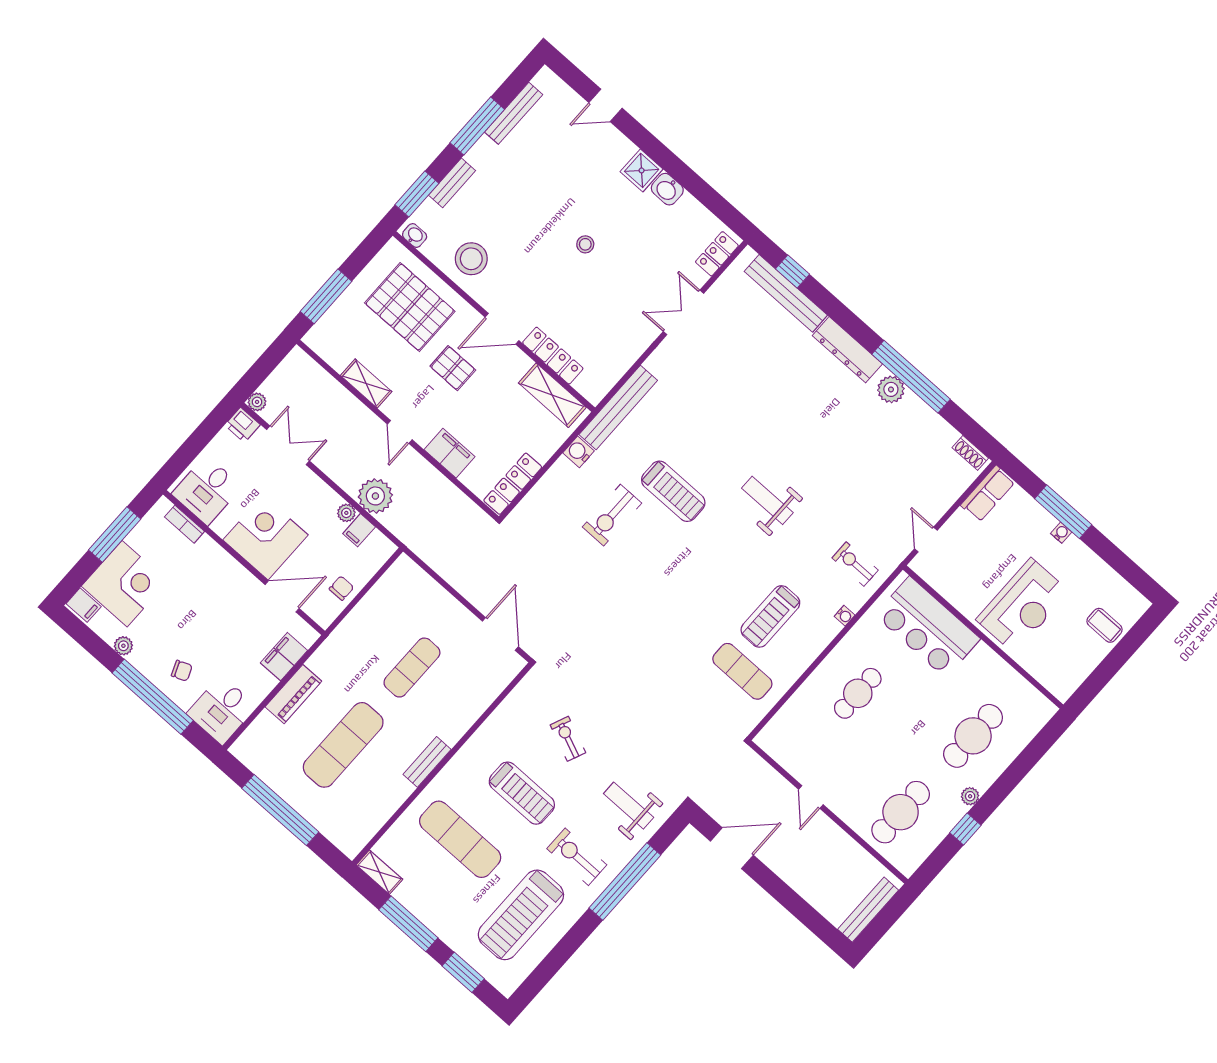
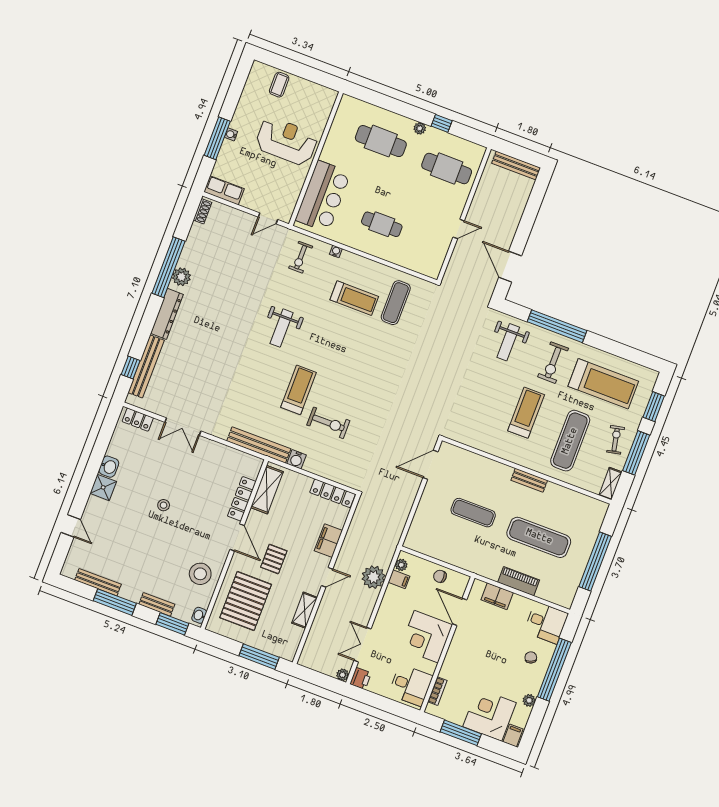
plant: (346, 513) -> (401, 565), moved
exercise bike: (568, 739) -> (616, 440), moved, turned 145

